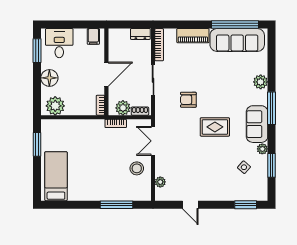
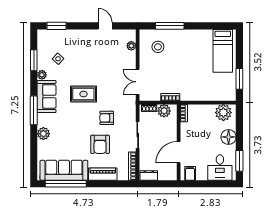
armchair: (196, 70) -> (100, 144), added
door: (106, 74) -> (179, 152), moved
armchair: (188, 100) -> (107, 118), turned 180
double door: (153, 141) -> (138, 82), swing flipped
stool: (137, 168) -> (158, 47), moved

